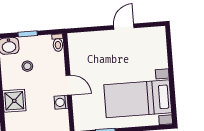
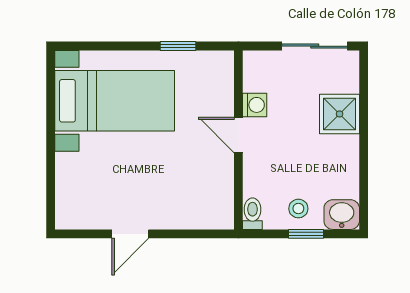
stool: (27, 66) -> (298, 209), moved

